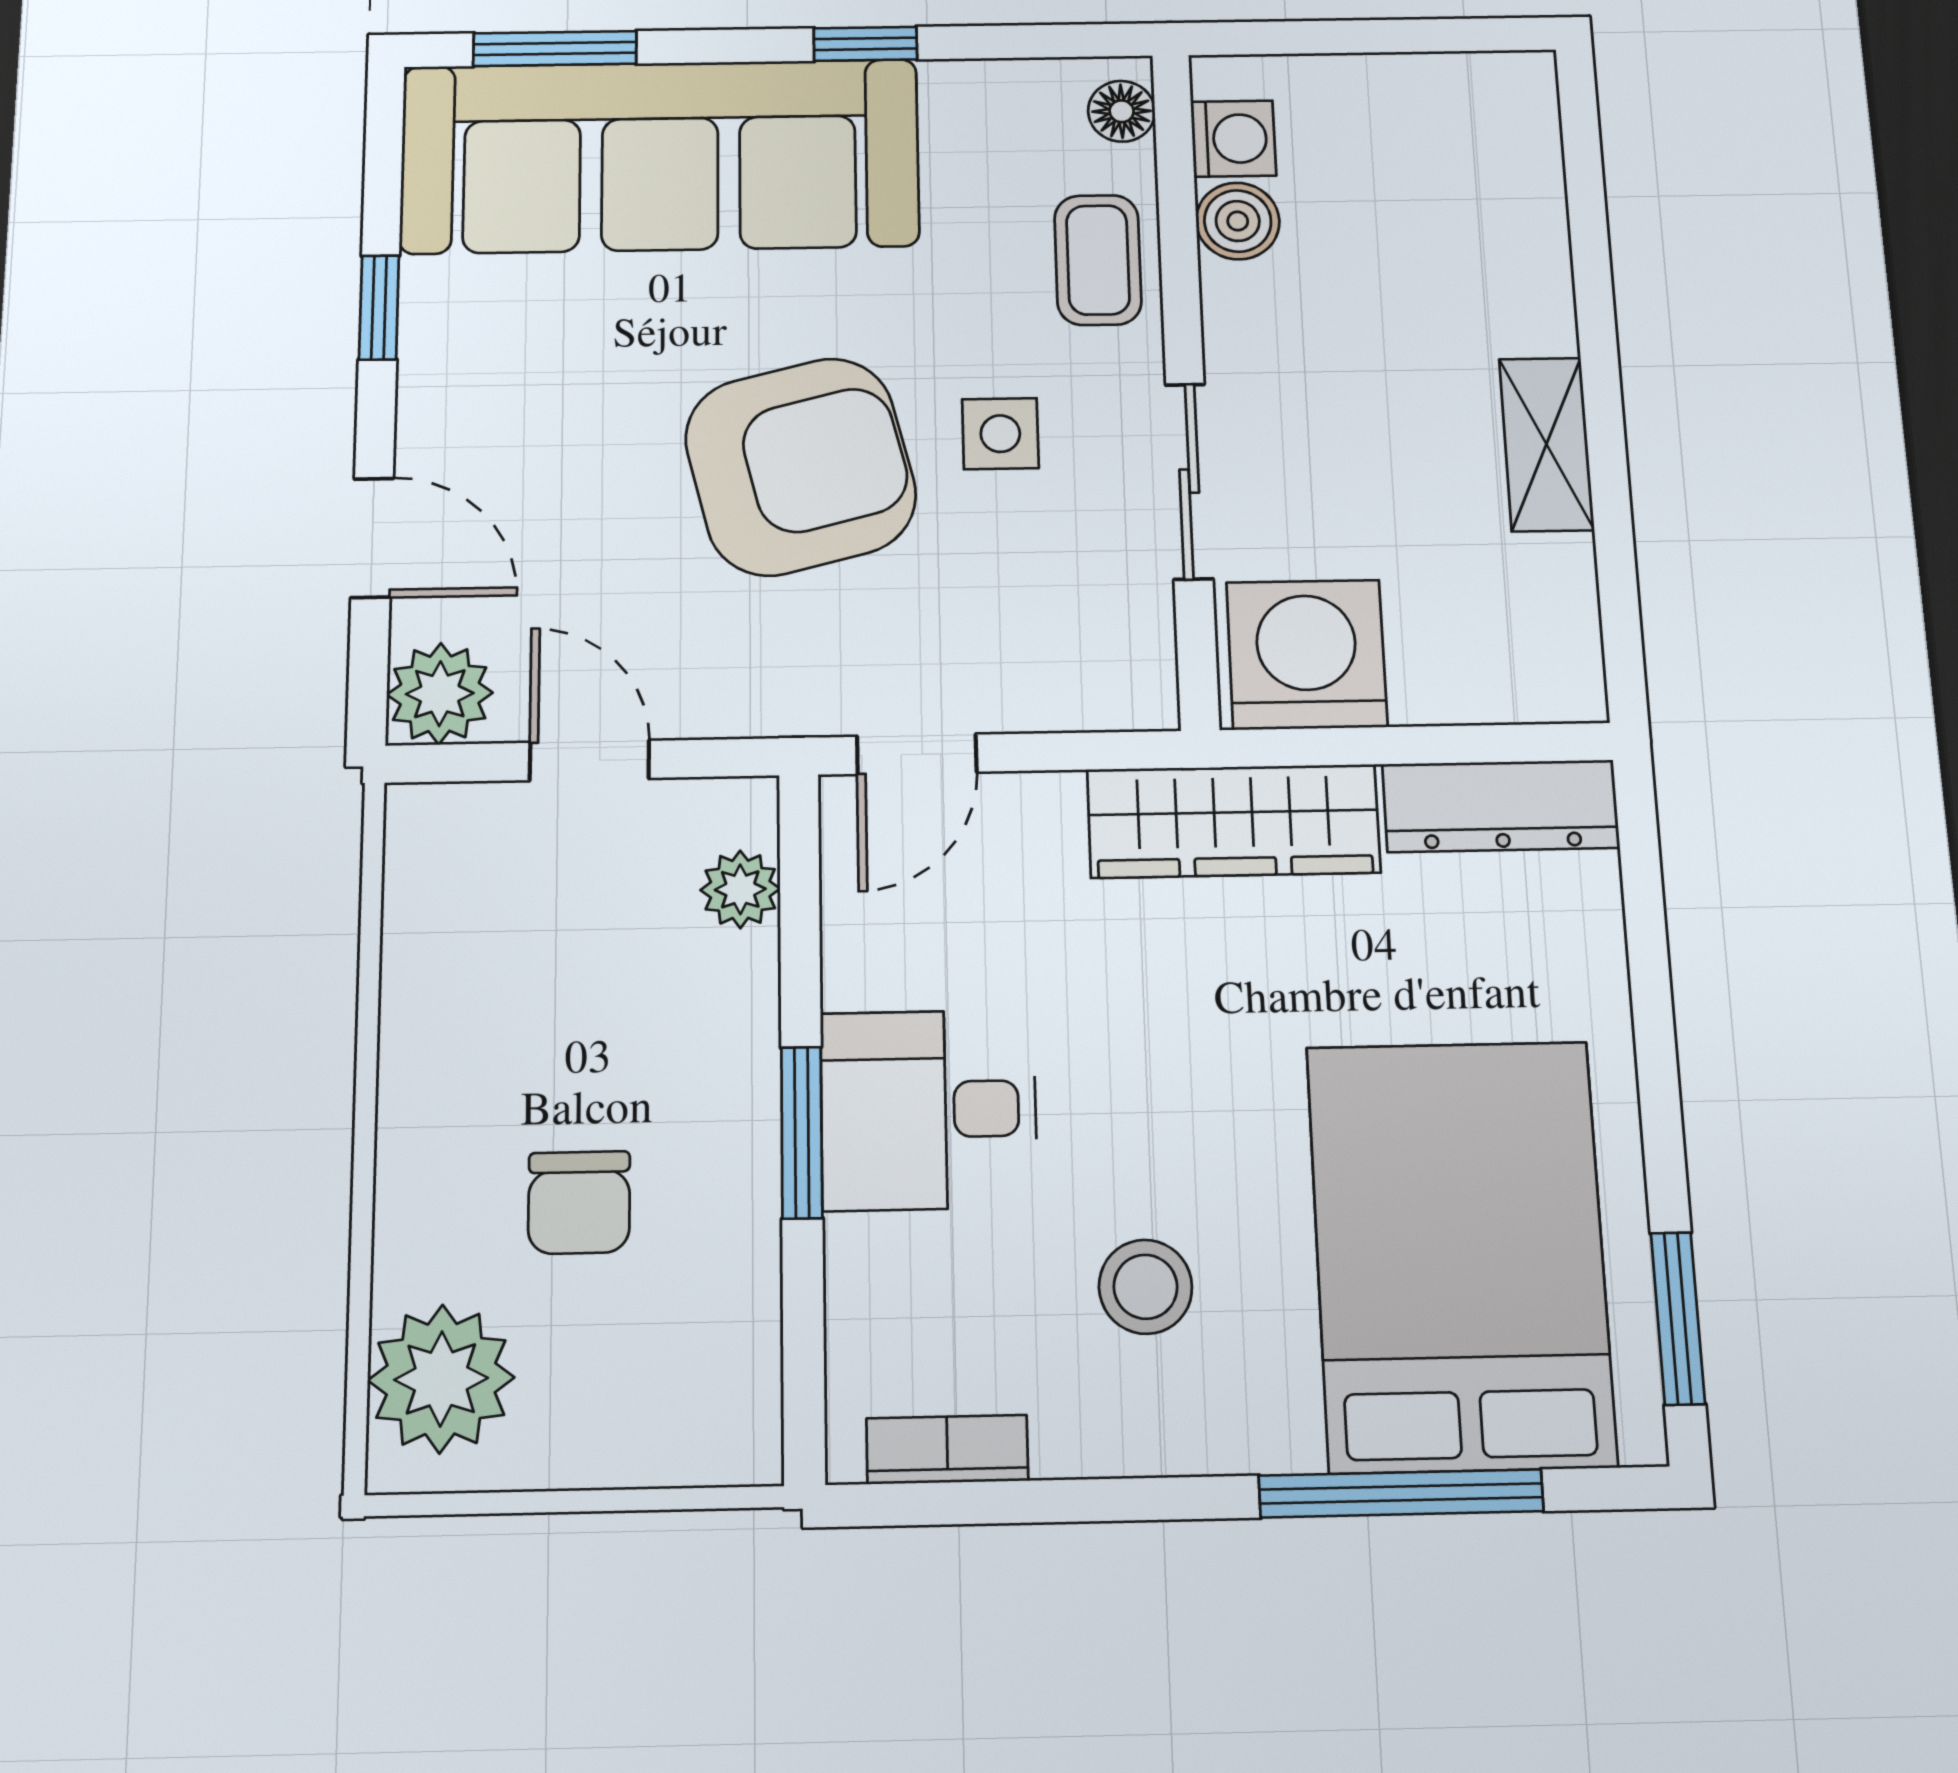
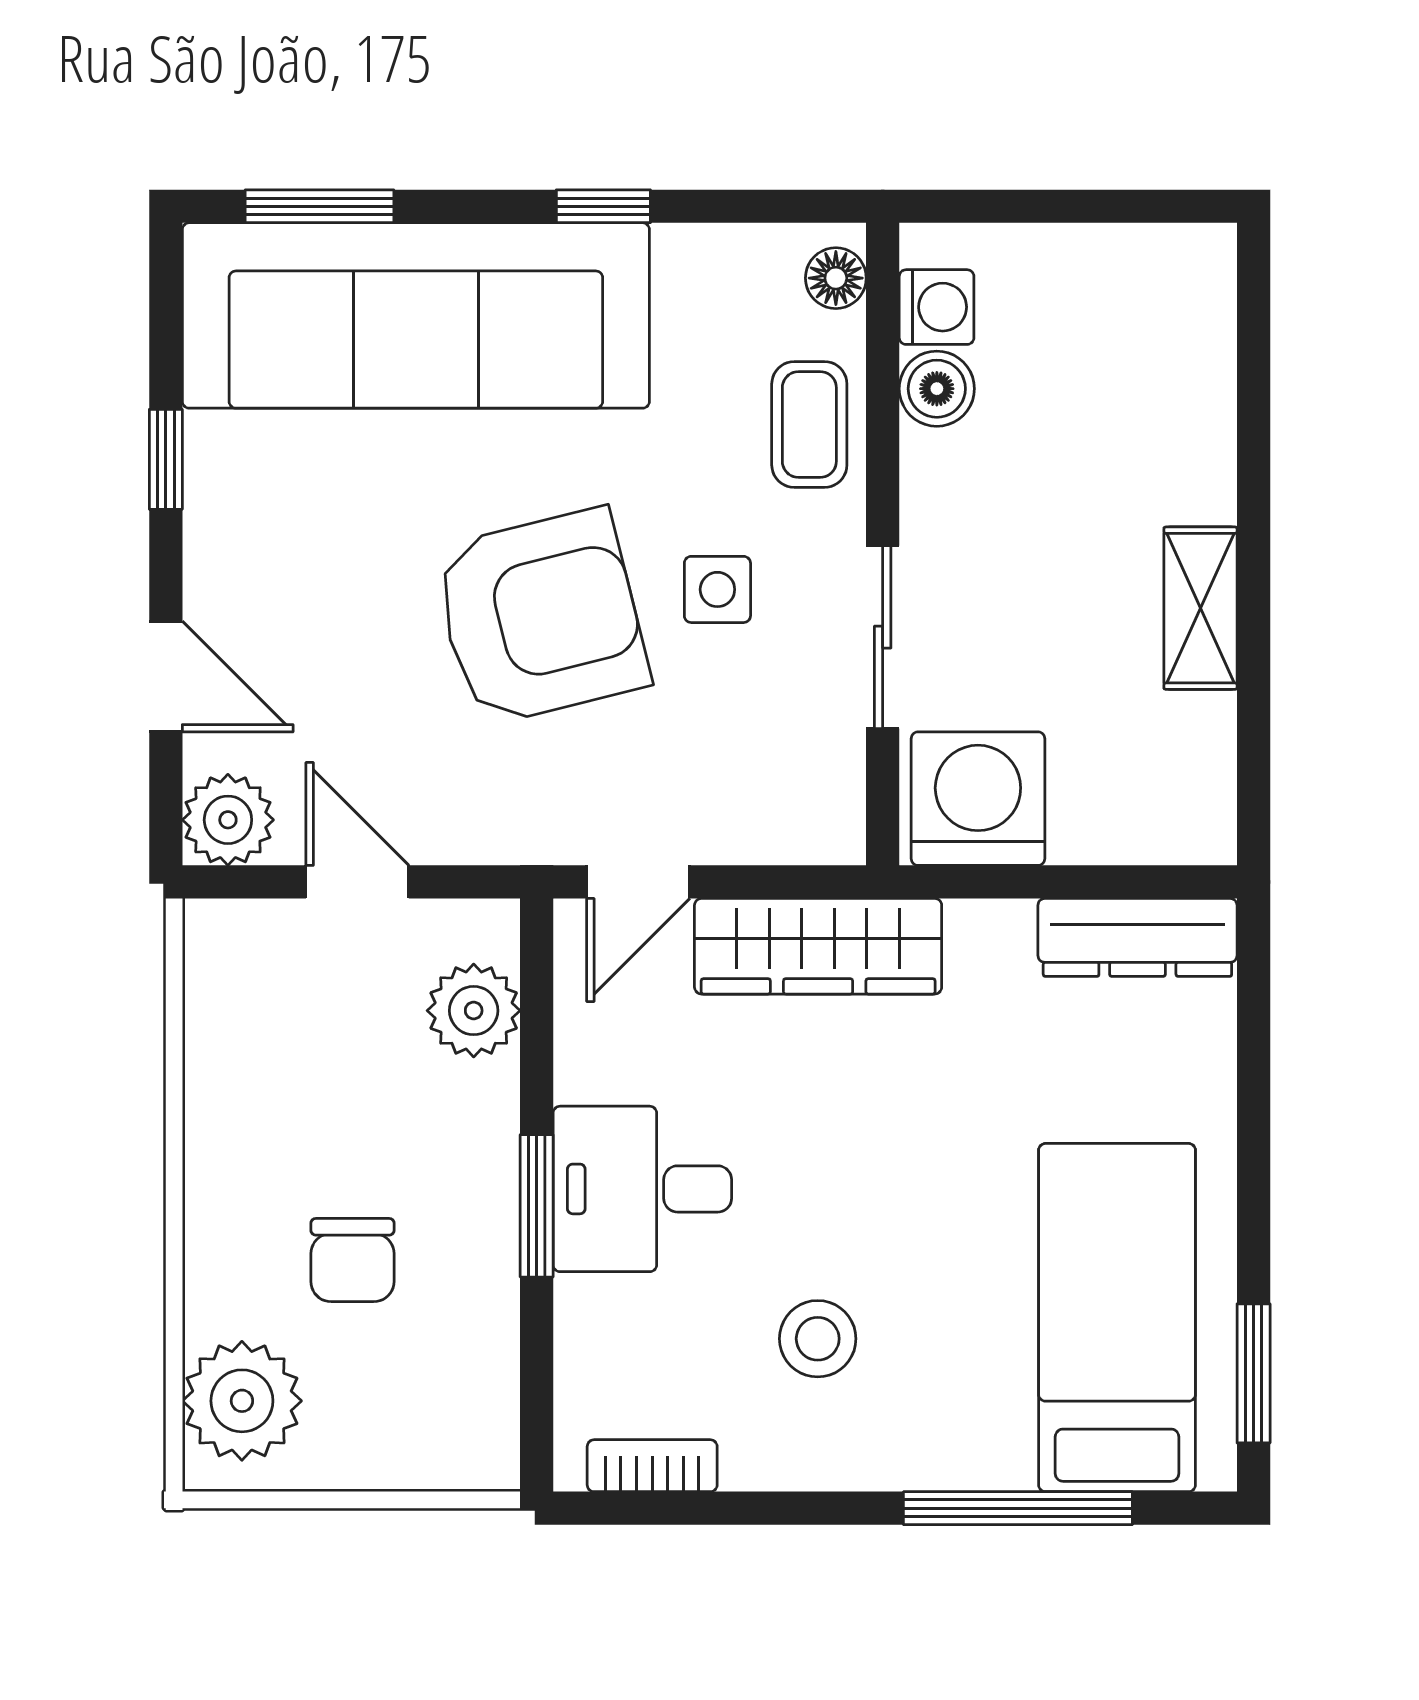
wardrobe: (1233, 821) -> (818, 946), moved
plant: (740, 889) -> (474, 1011), width x1.38, depth x1.38
bed: (1460, 1254) -> (1117, 1318), width x0.67

